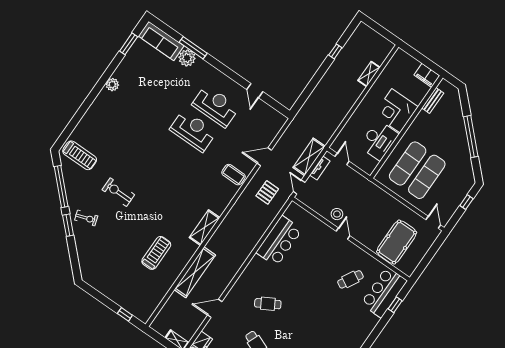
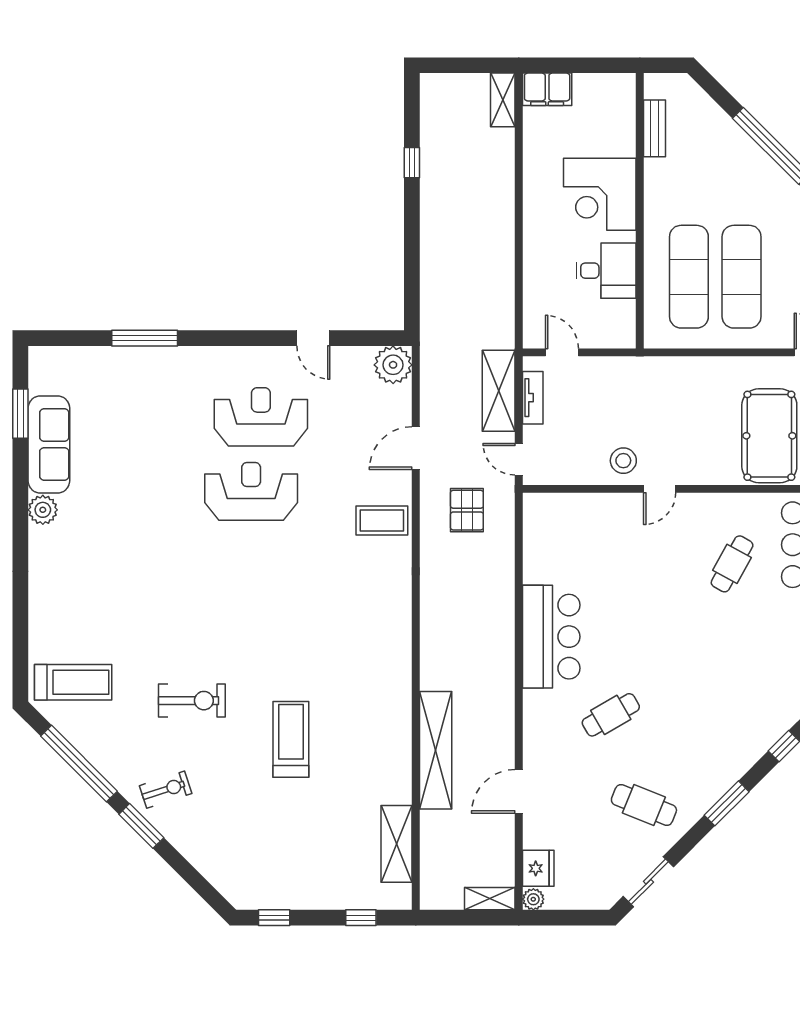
sofa: (161, 41) -> (49, 444), moved, turned -90
plant: (187, 58) -> (393, 365), moved
shelving: (369, 74) -> (503, 100), moved
filing cabinet: (427, 75) -> (547, 89), moved
desk: (379, 140) -> (606, 271), width x0.73
exercise bike: (118, 192) -> (192, 701), turned 180
shelving: (205, 228) -> (397, 844), moved
door: (343, 234) -> (660, 489), swing flipped
bar counter: (279, 241) -> (551, 637), moved
treadmill: (156, 253) -> (291, 739), moved
window: (93, 292) -> (274, 918), added

